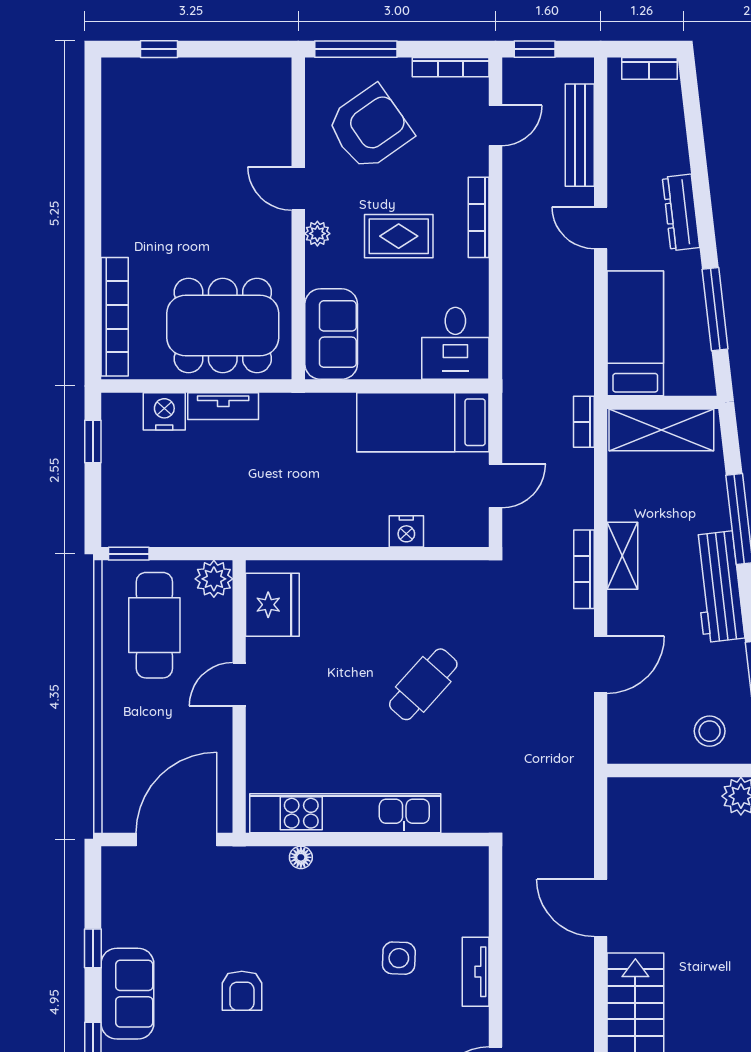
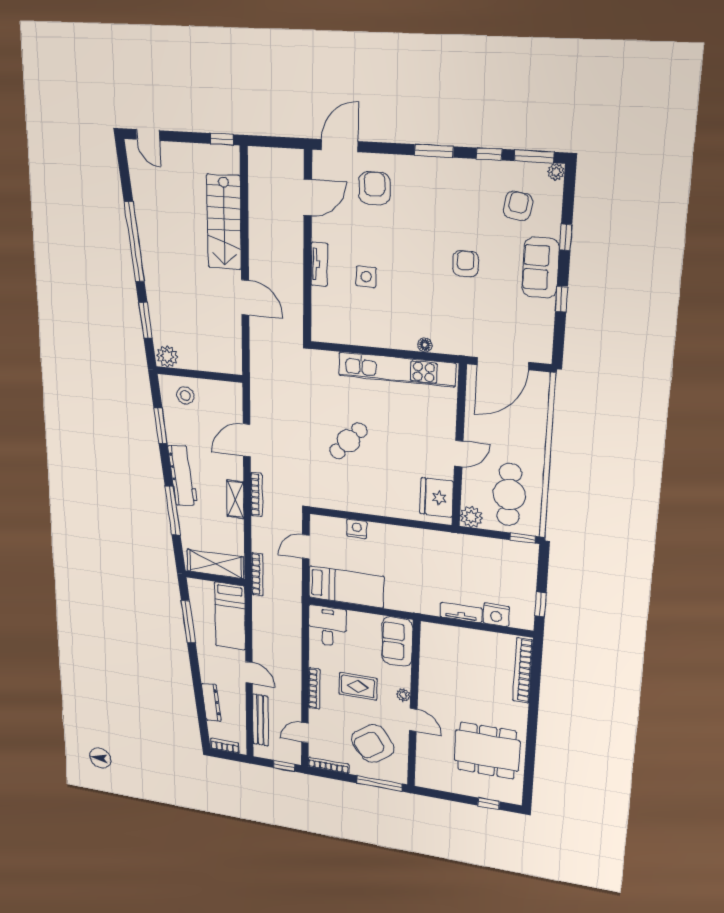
dresser: (681, 212) -> (211, 702), moved
dining table: (223, 325) -> (487, 750), moved
bookcase: (584, 422) -> (257, 574), width x1.56

